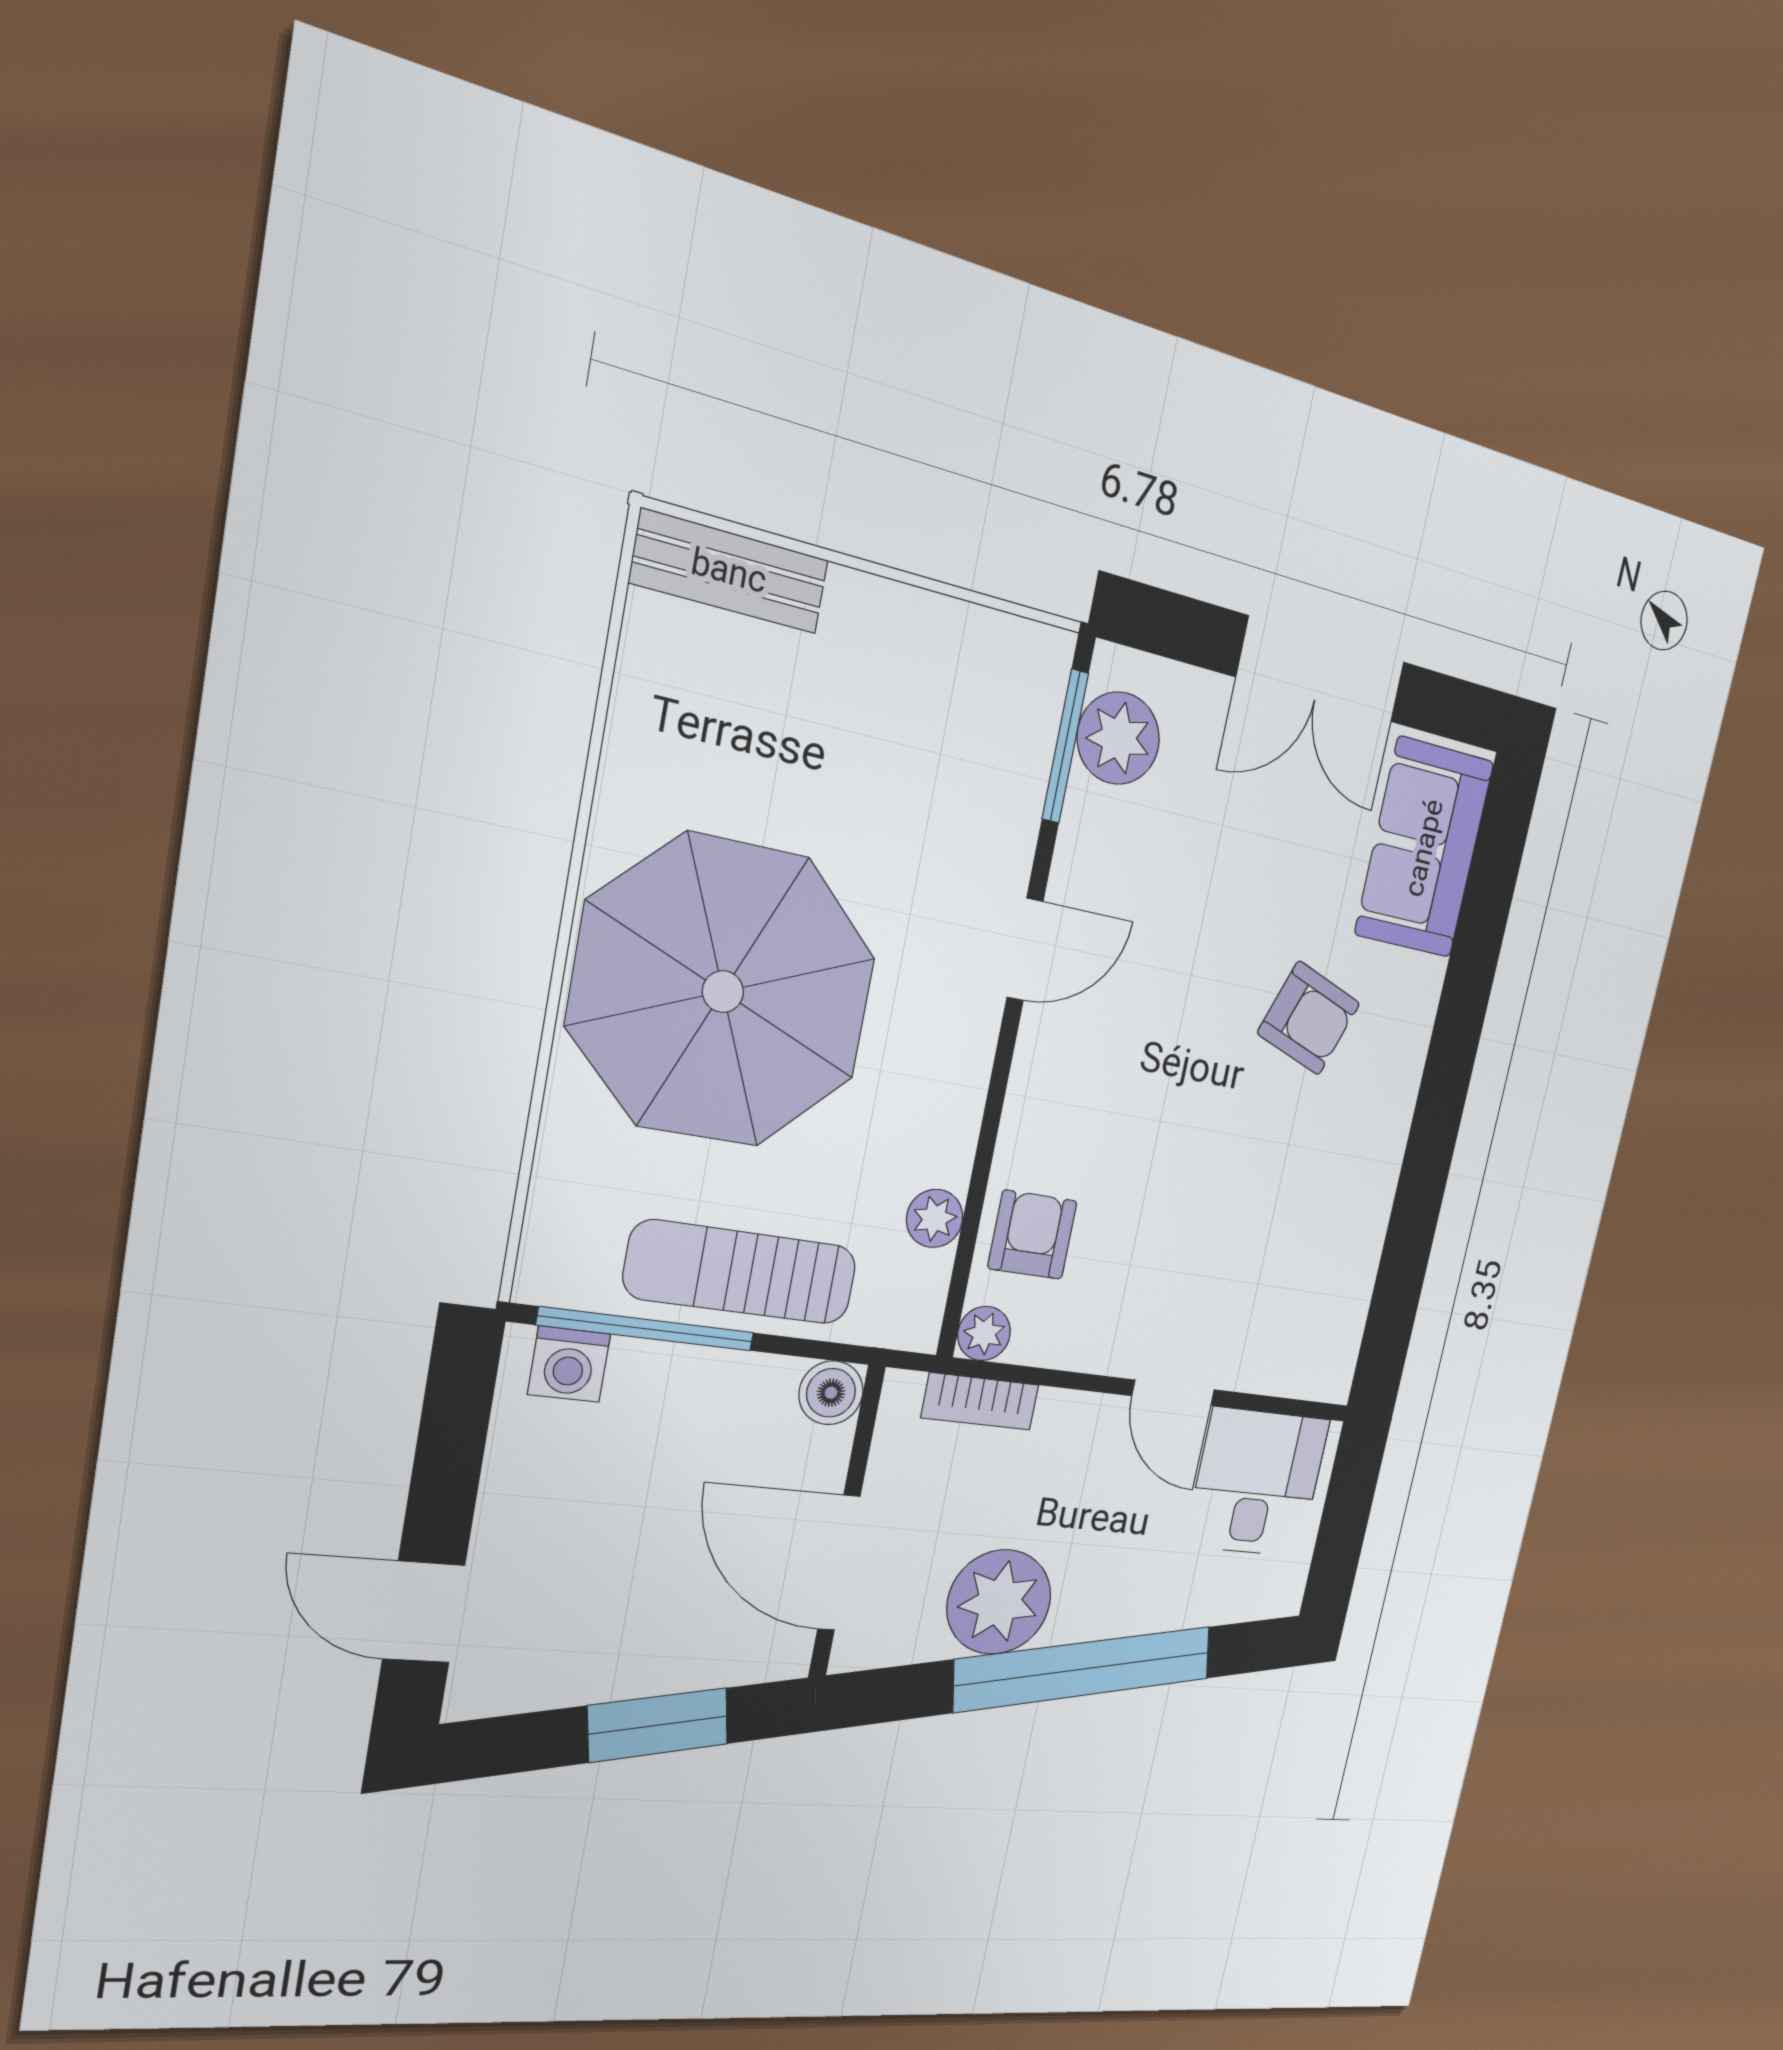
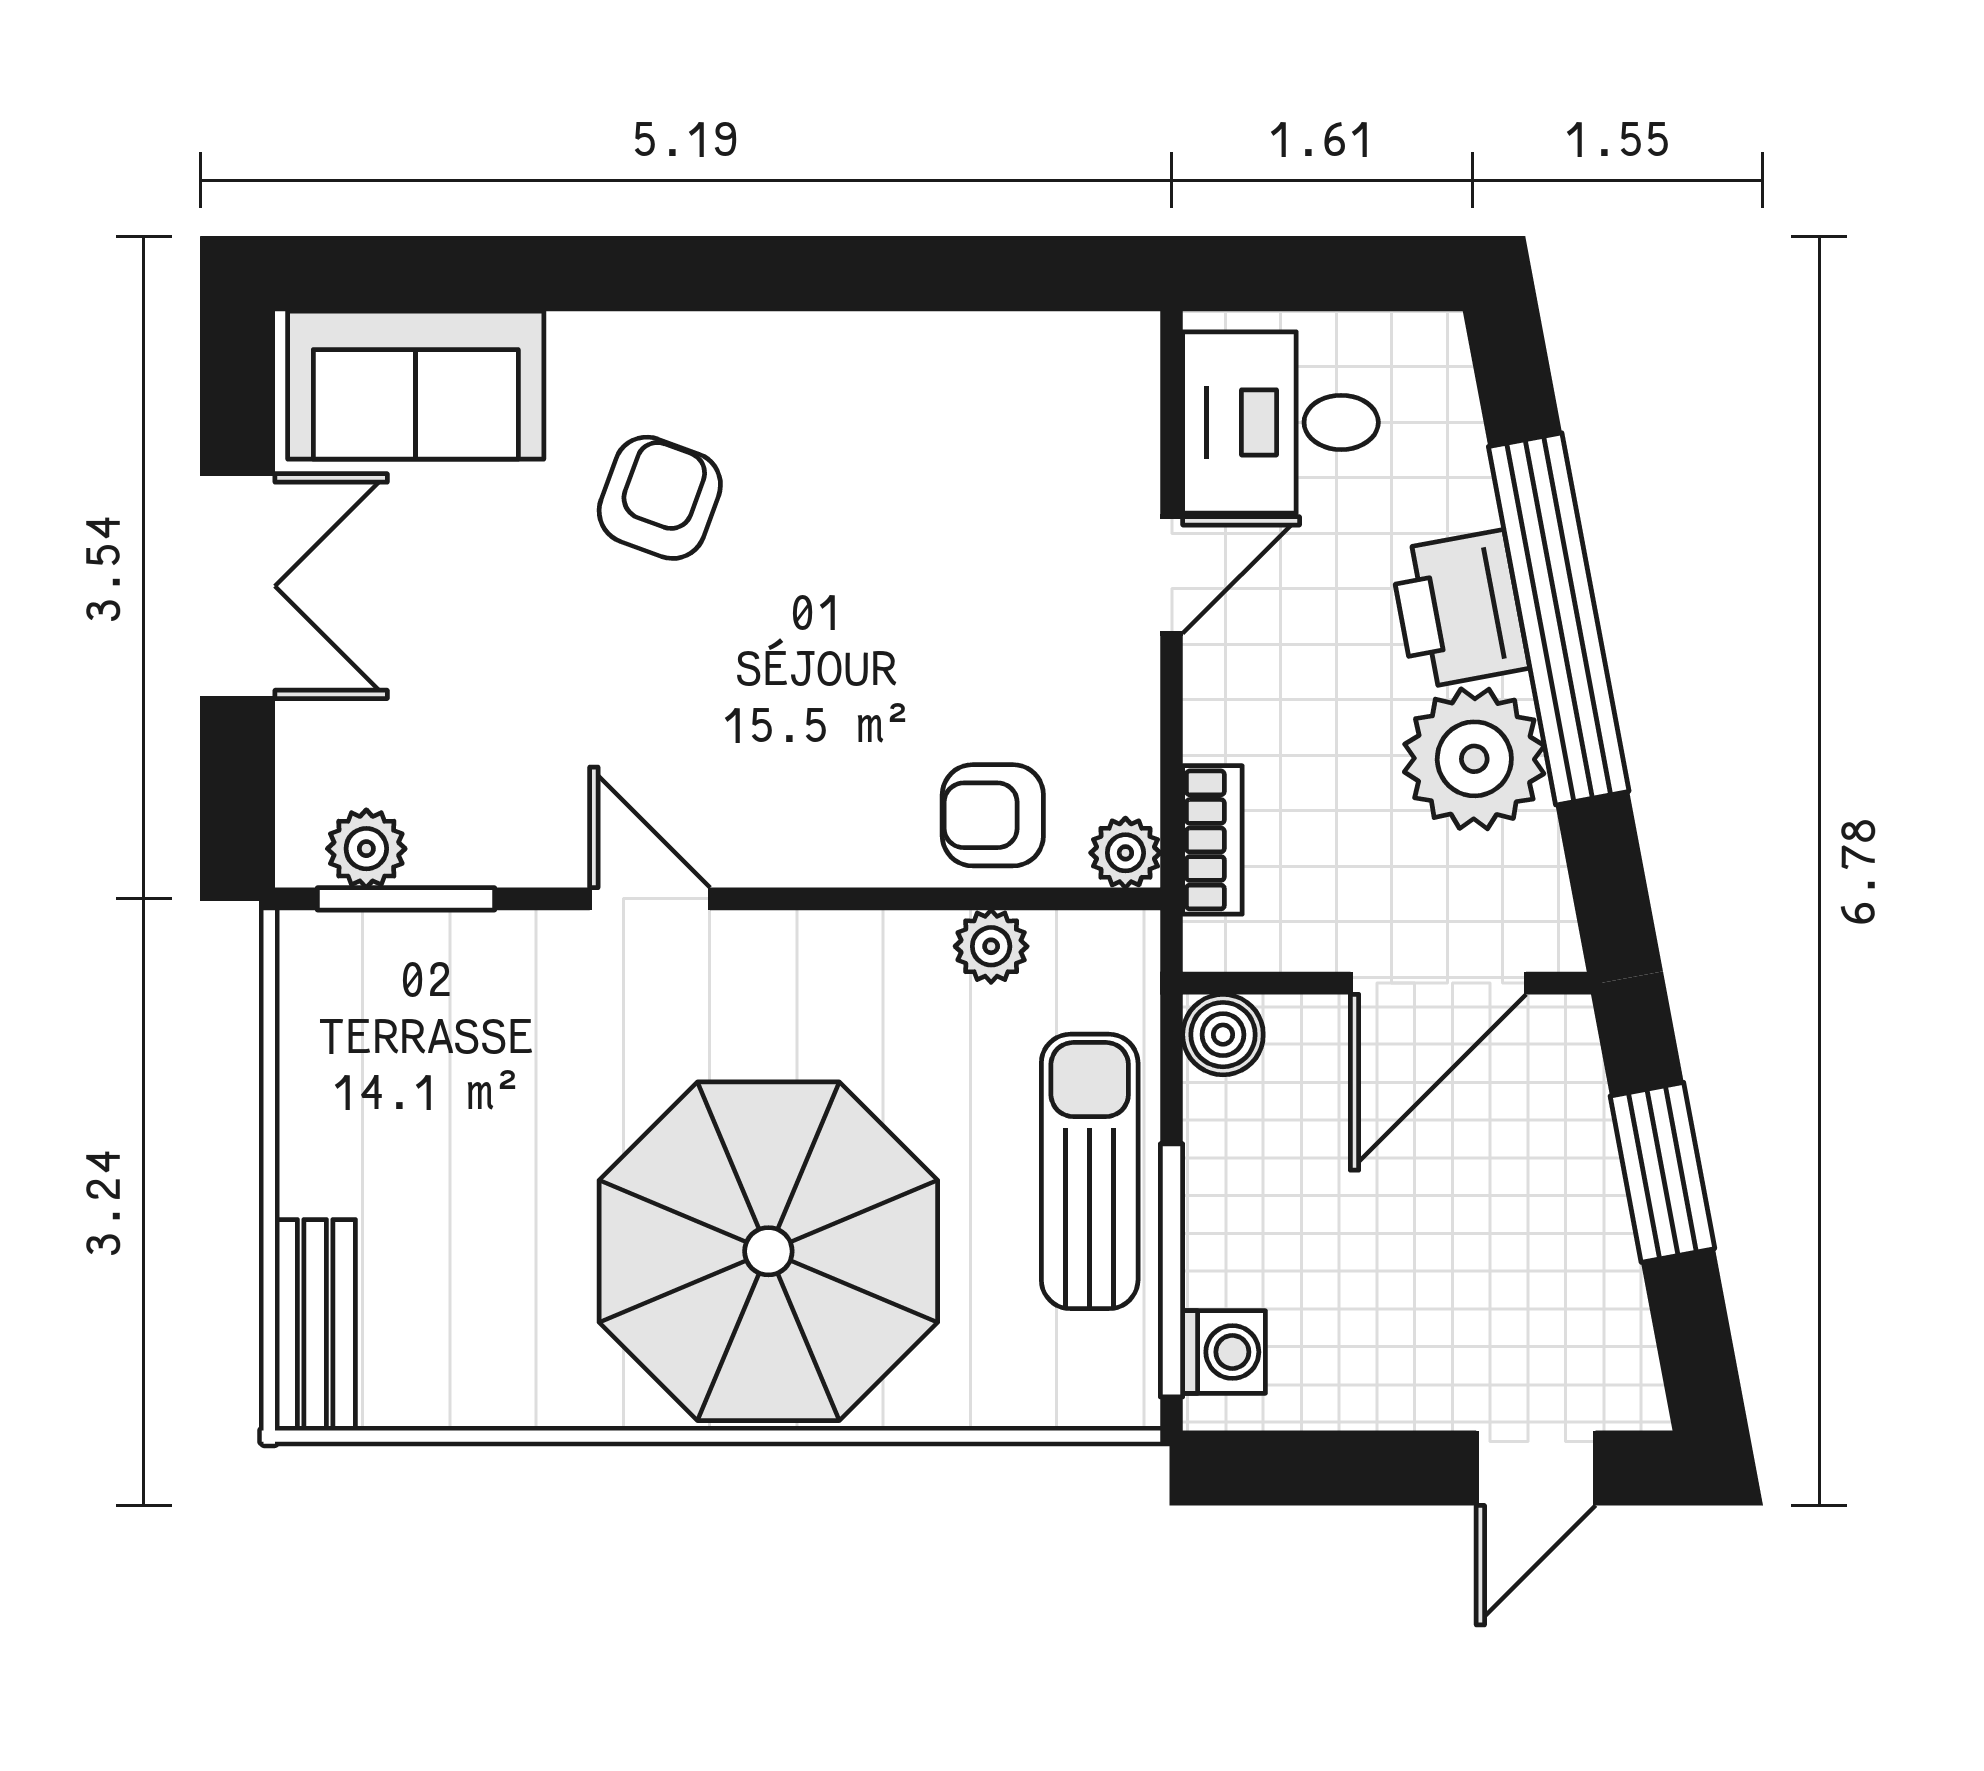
plant: (1118, 738) -> (366, 849), width x0.73, depth x0.73
sun lounger: (741, 1272) -> (1090, 1171), turned 180
printer: (1105, 1599) -> (1459, 610), added

